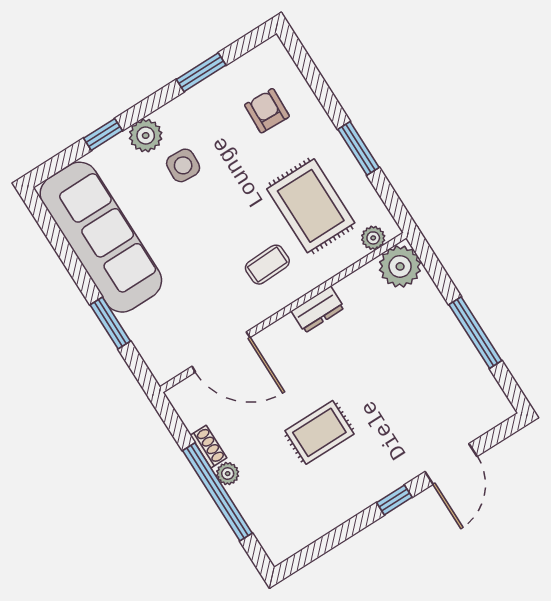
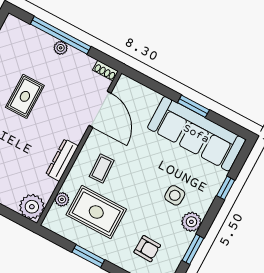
plant: (146, 136) -> (191, 222), moved
plant: (373, 238) -> (62, 199), moved
dresser: (318, 310) -> (62, 160), width x1.44
window: (110, 323) -> (193, 106), moved
door: (221, 352) -> (100, 109), swing flipped
shoe rack: (208, 447) -> (105, 71), moved

